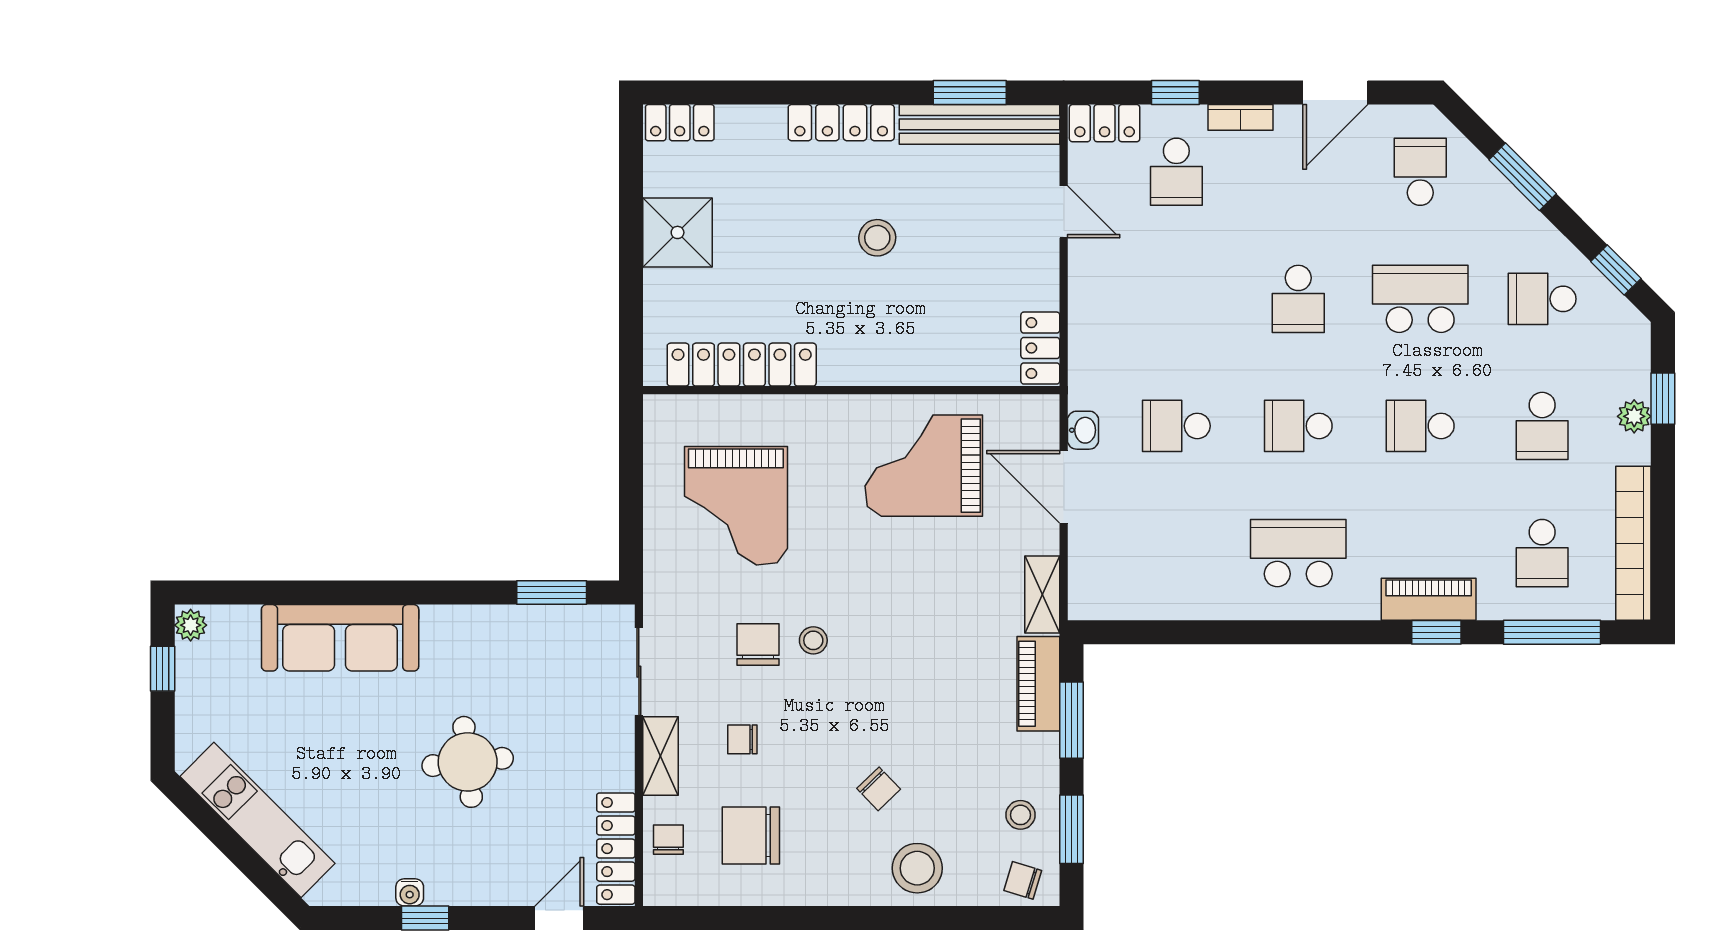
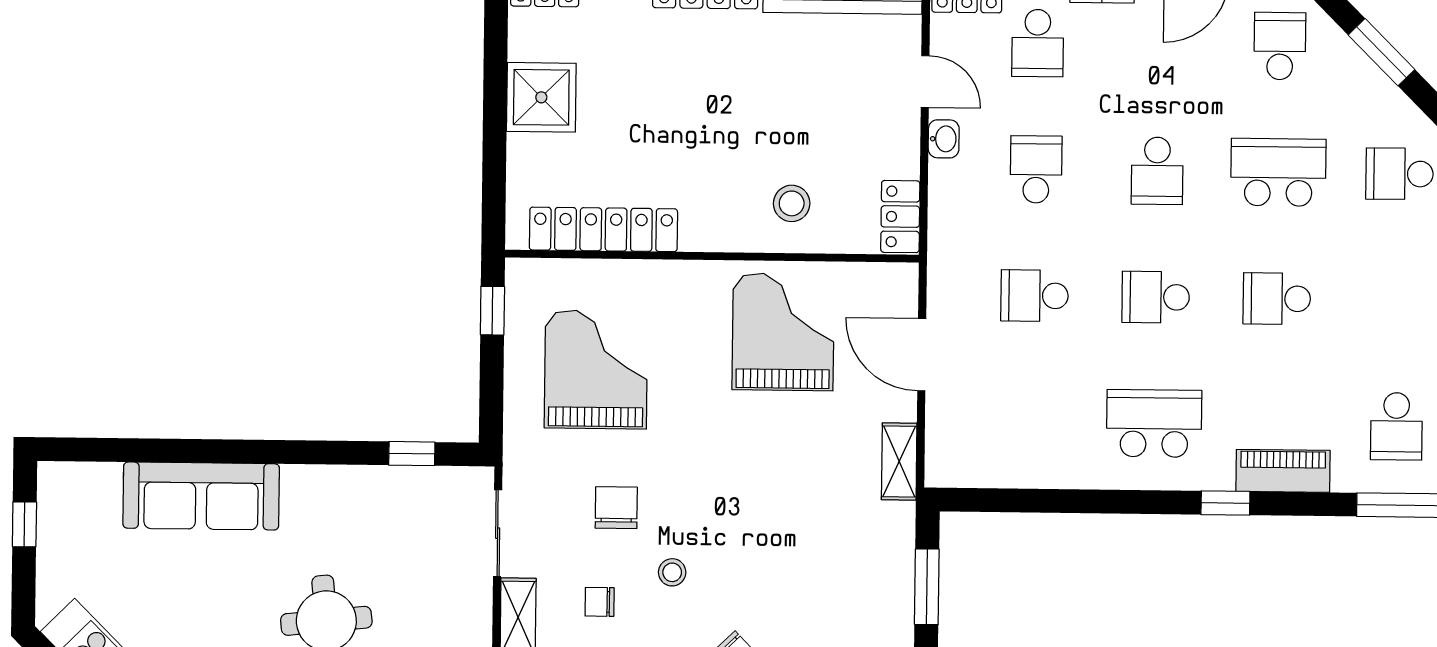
stool: (877, 238) -> (792, 203), moved
school desk: (1542, 426) -> (1036, 169), moved, turned 180
washbasin: (1083, 430) -> (944, 139), moved
window: (631, 448) -> (492, 311), added
grand piano: (924, 466) -> (783, 332), turned 90
grand piano: (736, 506) -> (596, 370), turned 180
window: (552, 593) -> (412, 454), width x0.67
plant: (191, 625) -> (53, 482), removed
window: (1436, 632) -> (1225, 503), moved
stool: (813, 640) -> (672, 572), moved
piano: (1038, 684) -> (894, 550), removed

